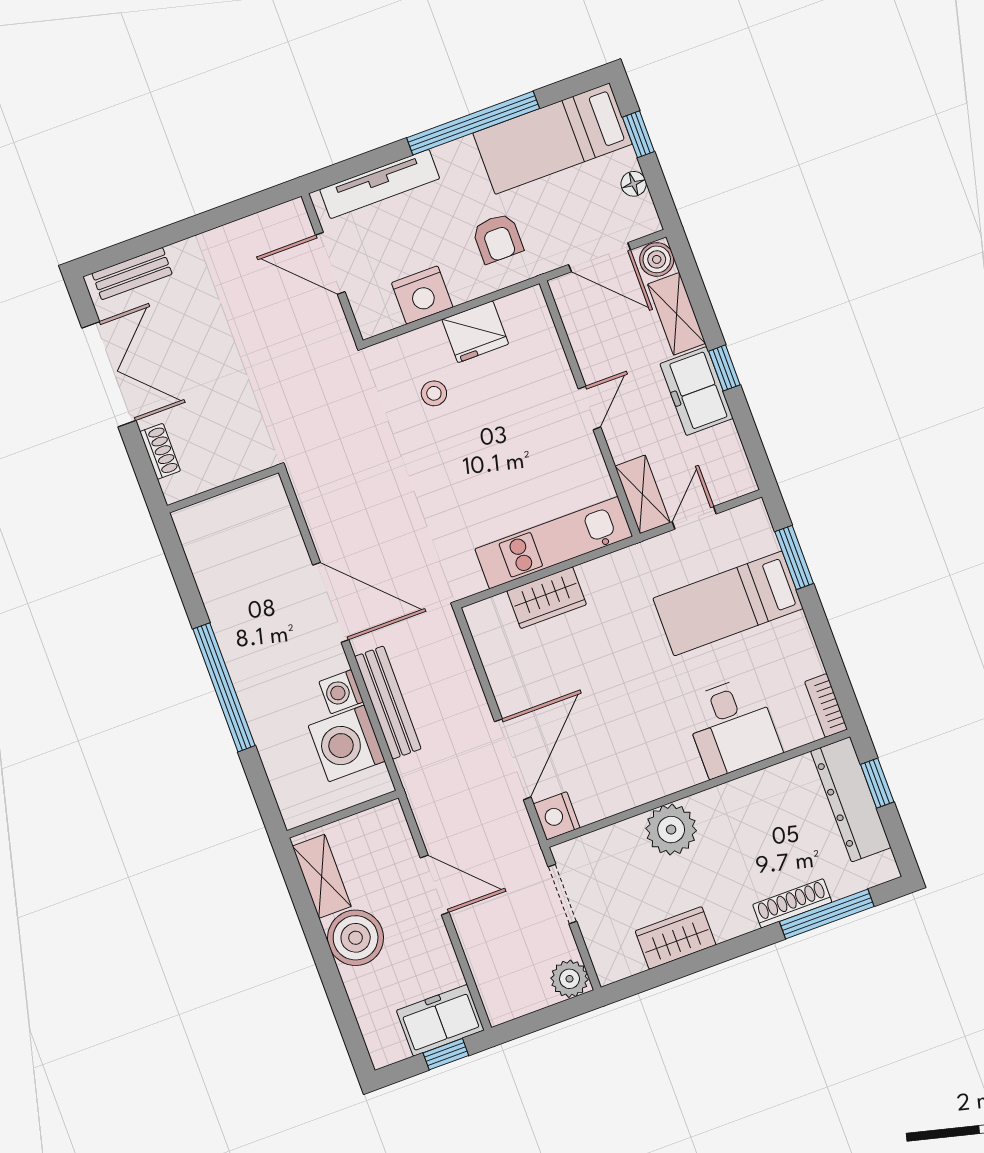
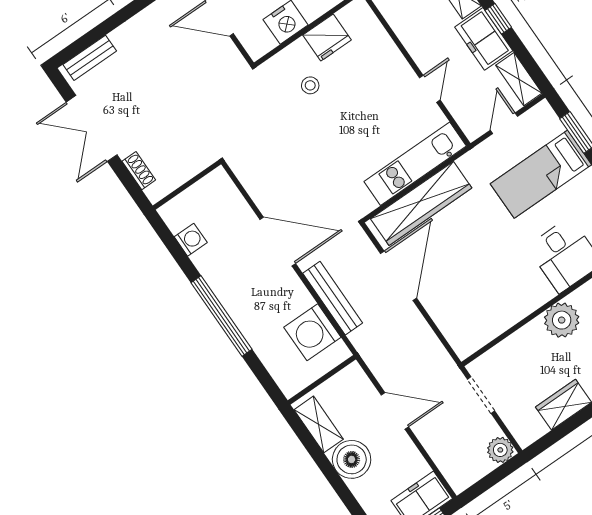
double door: (109, 374) -> (92, 128), swing flipped
door: (589, 408) -> (430, 89), moved
shelving: (643, 494) -> (519, 79), moved
wardrobe: (547, 598) -> (421, 203), width x2.10, depth x1.17
washing machine: (341, 692) -> (191, 240), moved, turned 180
door: (513, 759) -> (398, 276), moved
nightstand: (557, 816) -> (464, 344), removed
plant: (671, 830) -> (562, 320), moved

